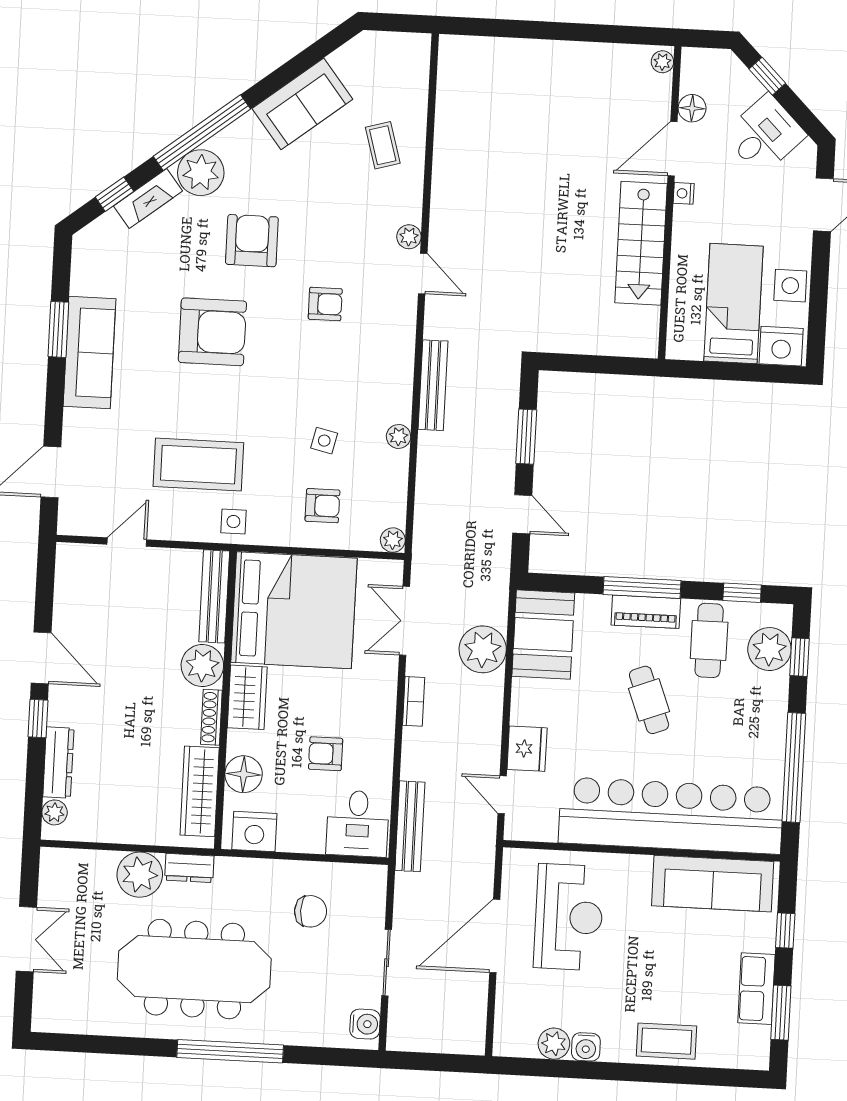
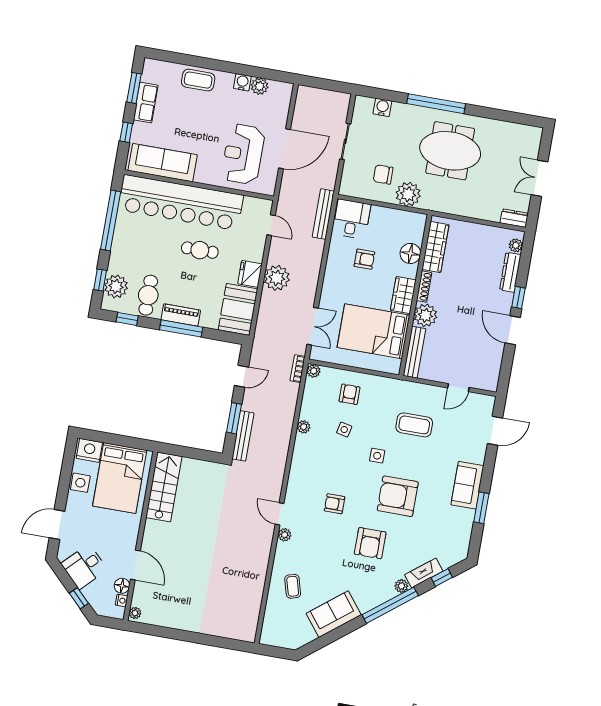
door: (673, 149) -> (135, 565), hinge flipped
plant: (201, 173) -> (401, 586), width x0.53, depth x0.53
nightstand: (684, 193) -> (122, 601), moved
stairs: (641, 243) -> (164, 487), moved
bed: (733, 304) -> (120, 478), width x1.50
sofa: (90, 353) -> (467, 485), width x0.73
bench: (433, 385) -> (243, 436), moved
coffee table: (198, 465) -> (414, 425), width x0.73, depth x0.76
armchair: (322, 506) -> (350, 394), turned 90
door: (522, 514) -> (241, 376), swing flipped
side table: (233, 522) -> (377, 456), moved
bed: (294, 610) -> (373, 331), width x0.73
plant: (483, 649) -> (277, 278), moved
cafe table: (649, 700) -> (200, 250), moved, turned -69
bookcase: (414, 701) -> (298, 369), moved
fridge: (527, 749) -> (250, 274), moved
nightstand: (254, 831) -> (408, 222), removed
dresser: (189, 868) -> (514, 218), moved
plant: (140, 875) -> (408, 194), moved
meeting table: (194, 969) -> (450, 151), width x0.73
water cooler: (365, 1024) -> (382, 107), moved, turned 90

